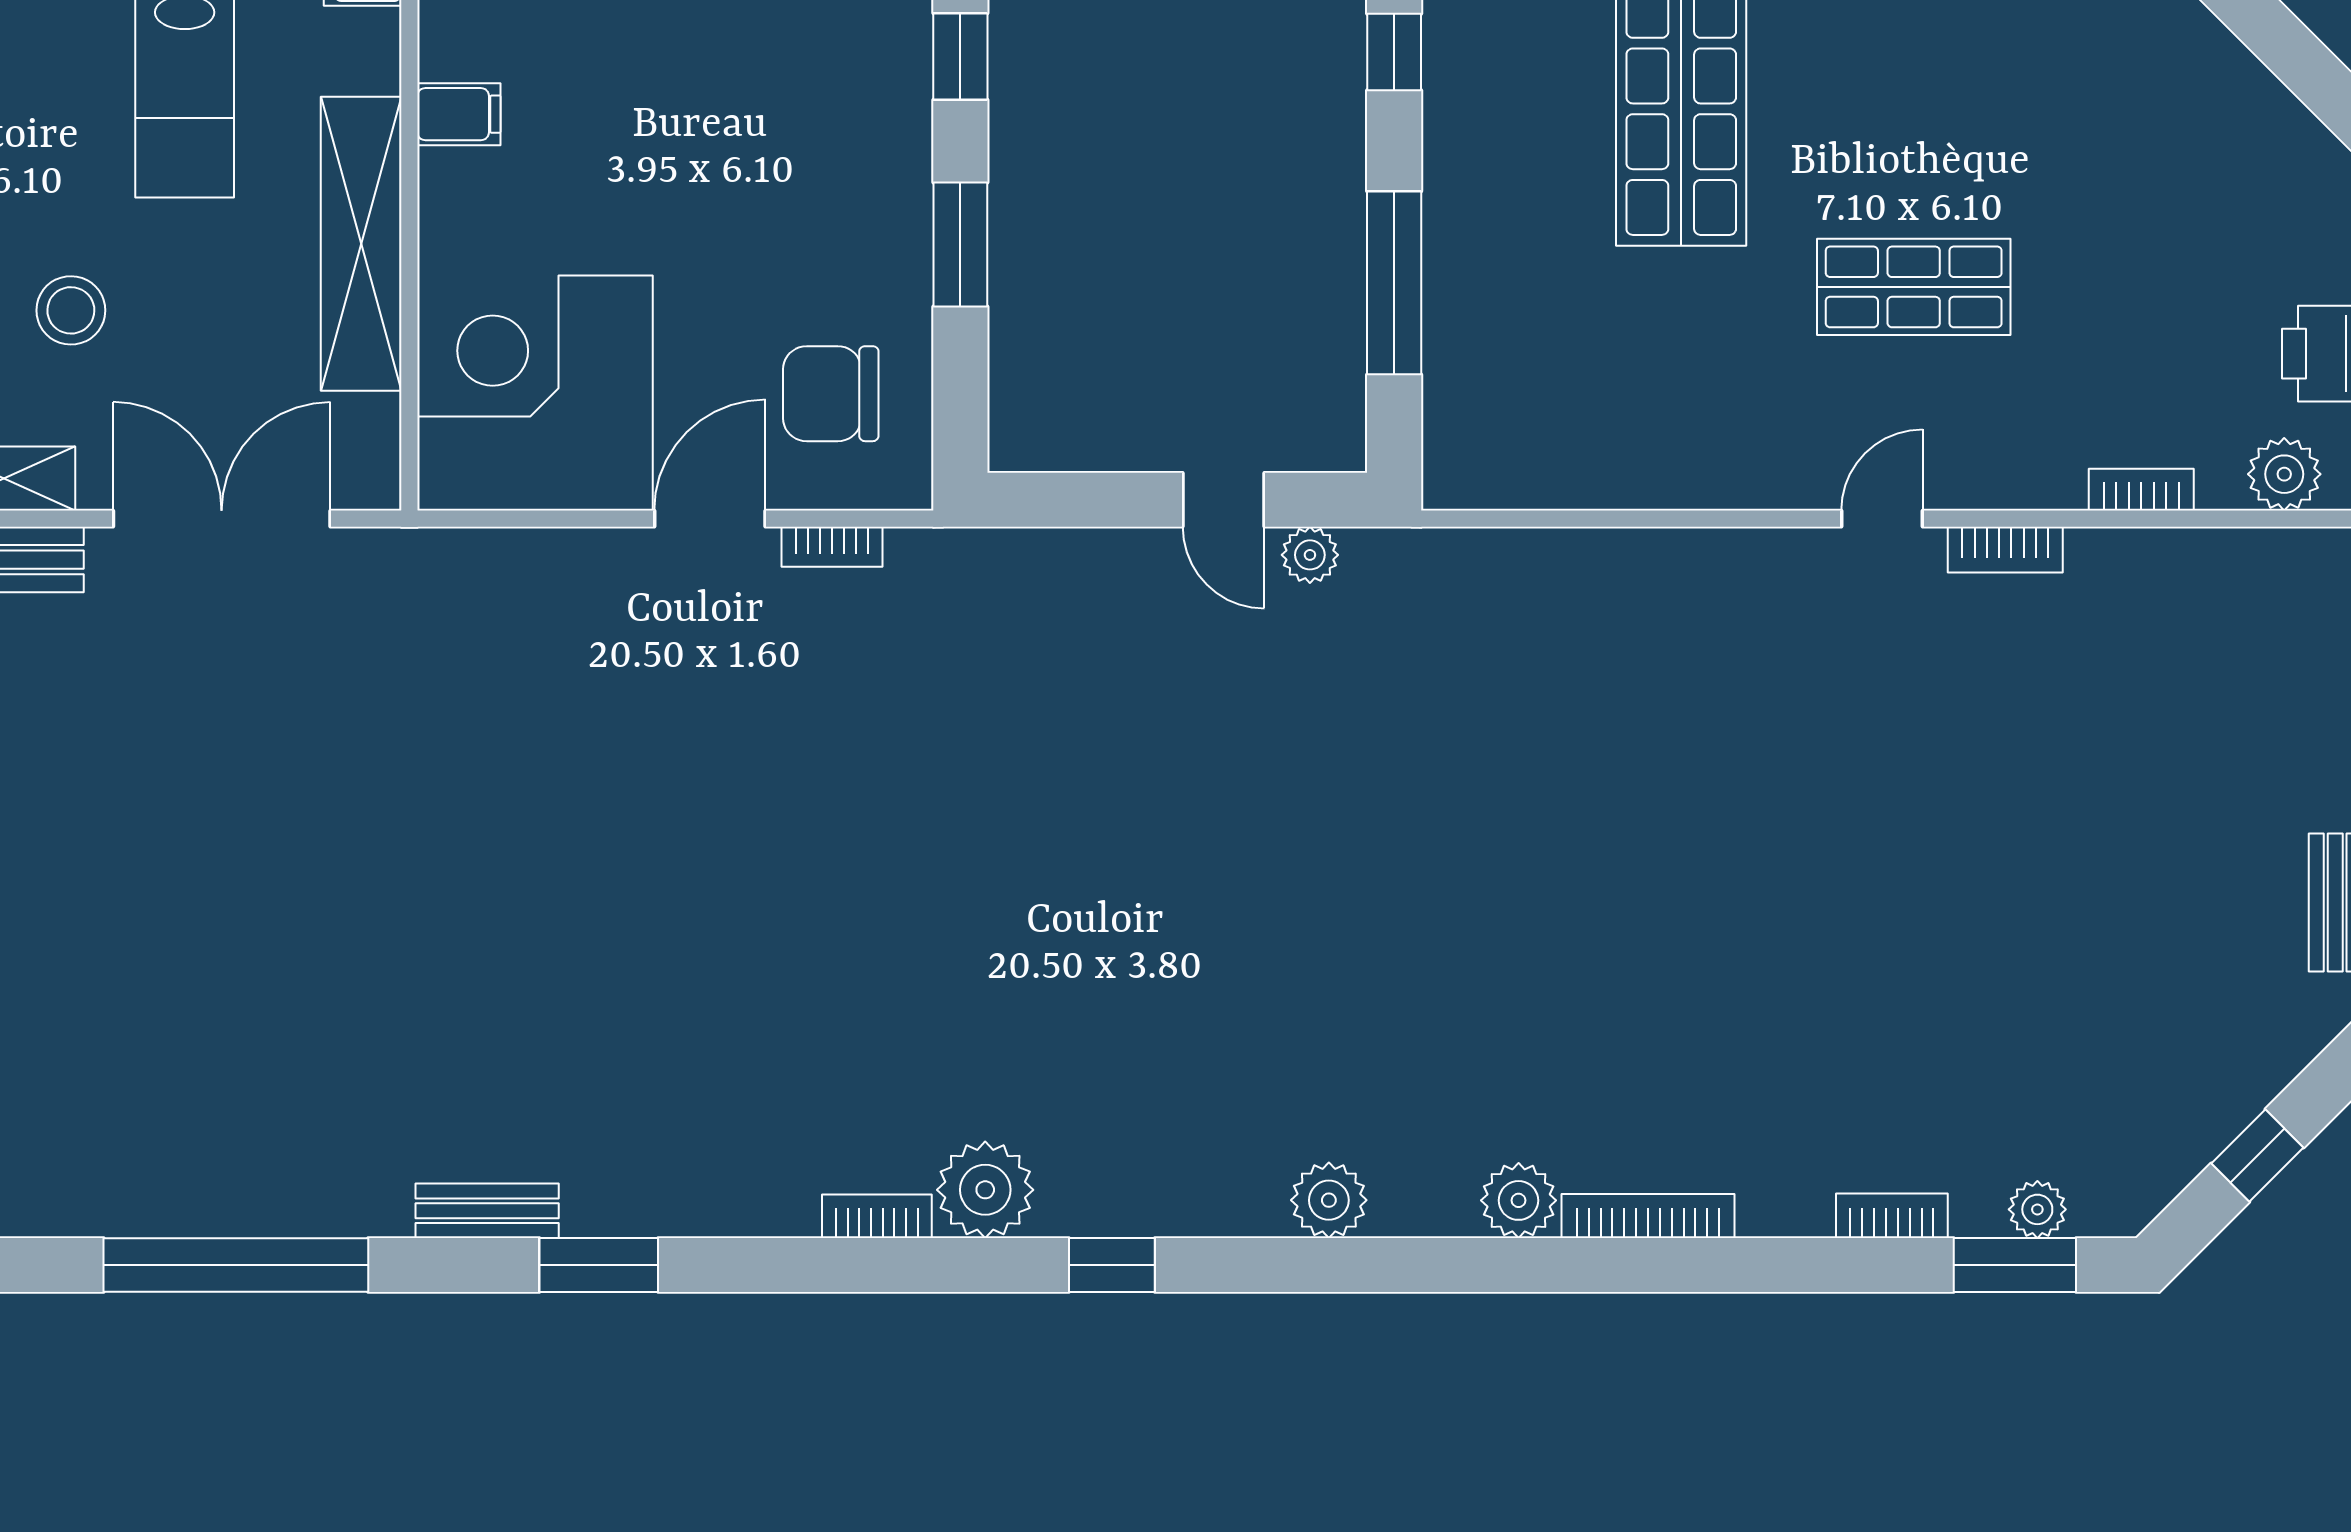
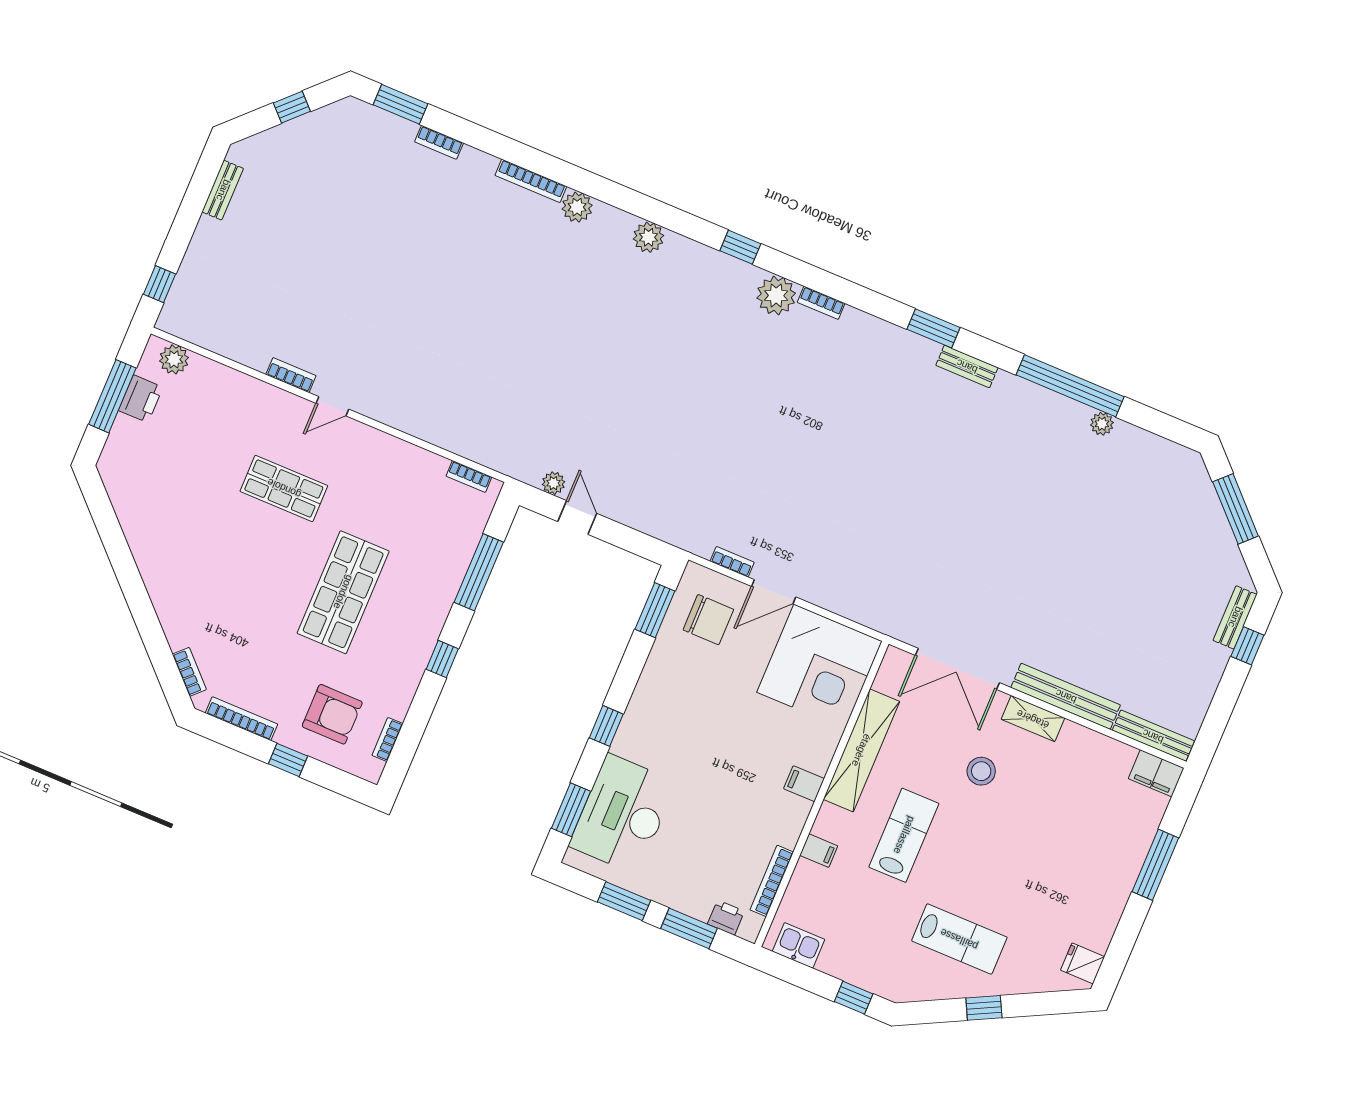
window: (960, 244) -> (655, 610), moved
bookcase: (2141, 490) -> (469, 476), moved
plant: (2037, 1209) -> (1102, 424), moved

